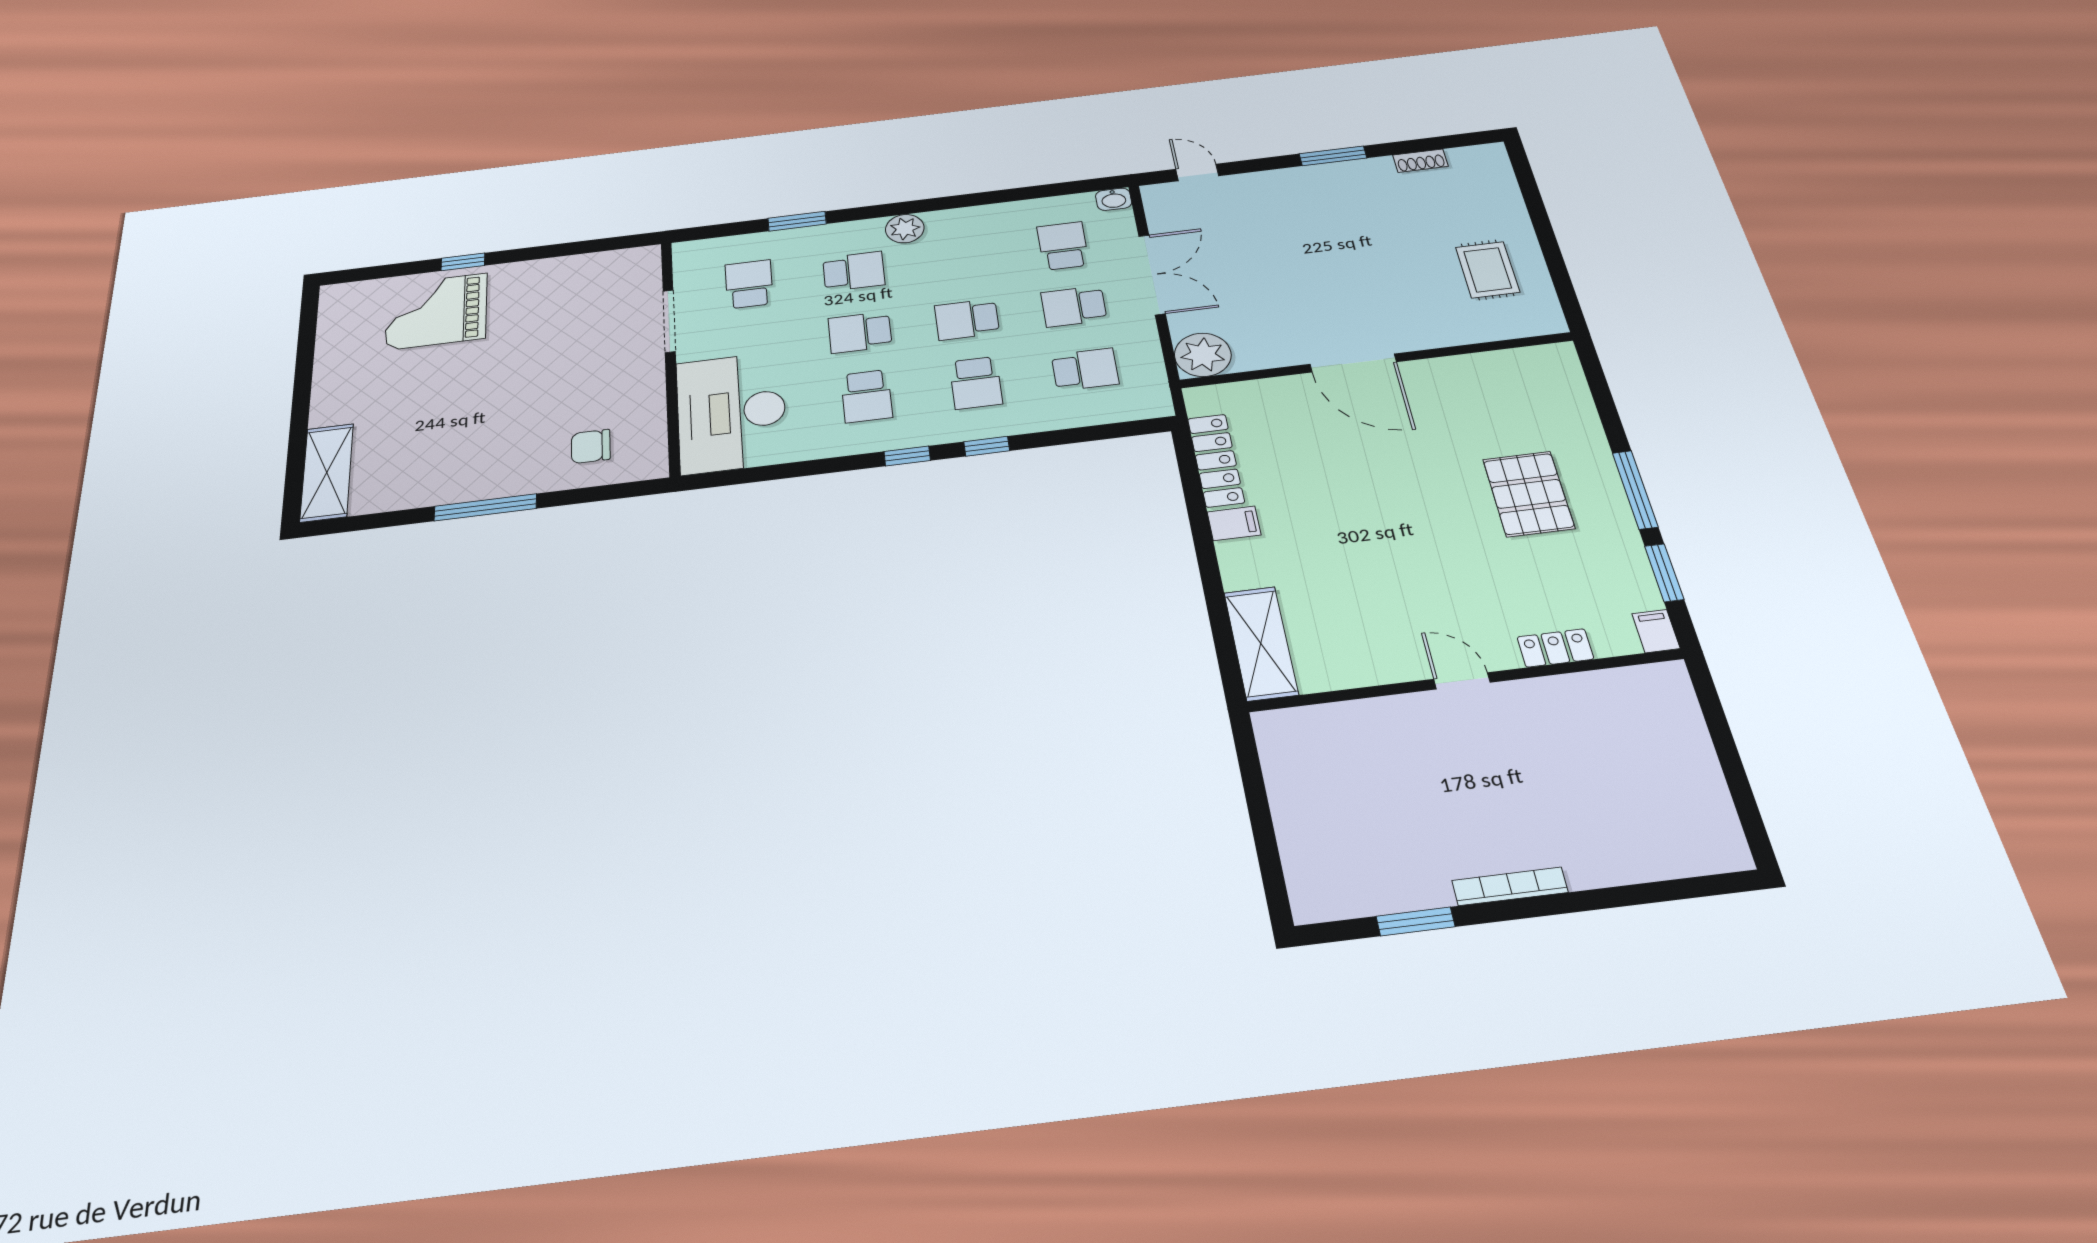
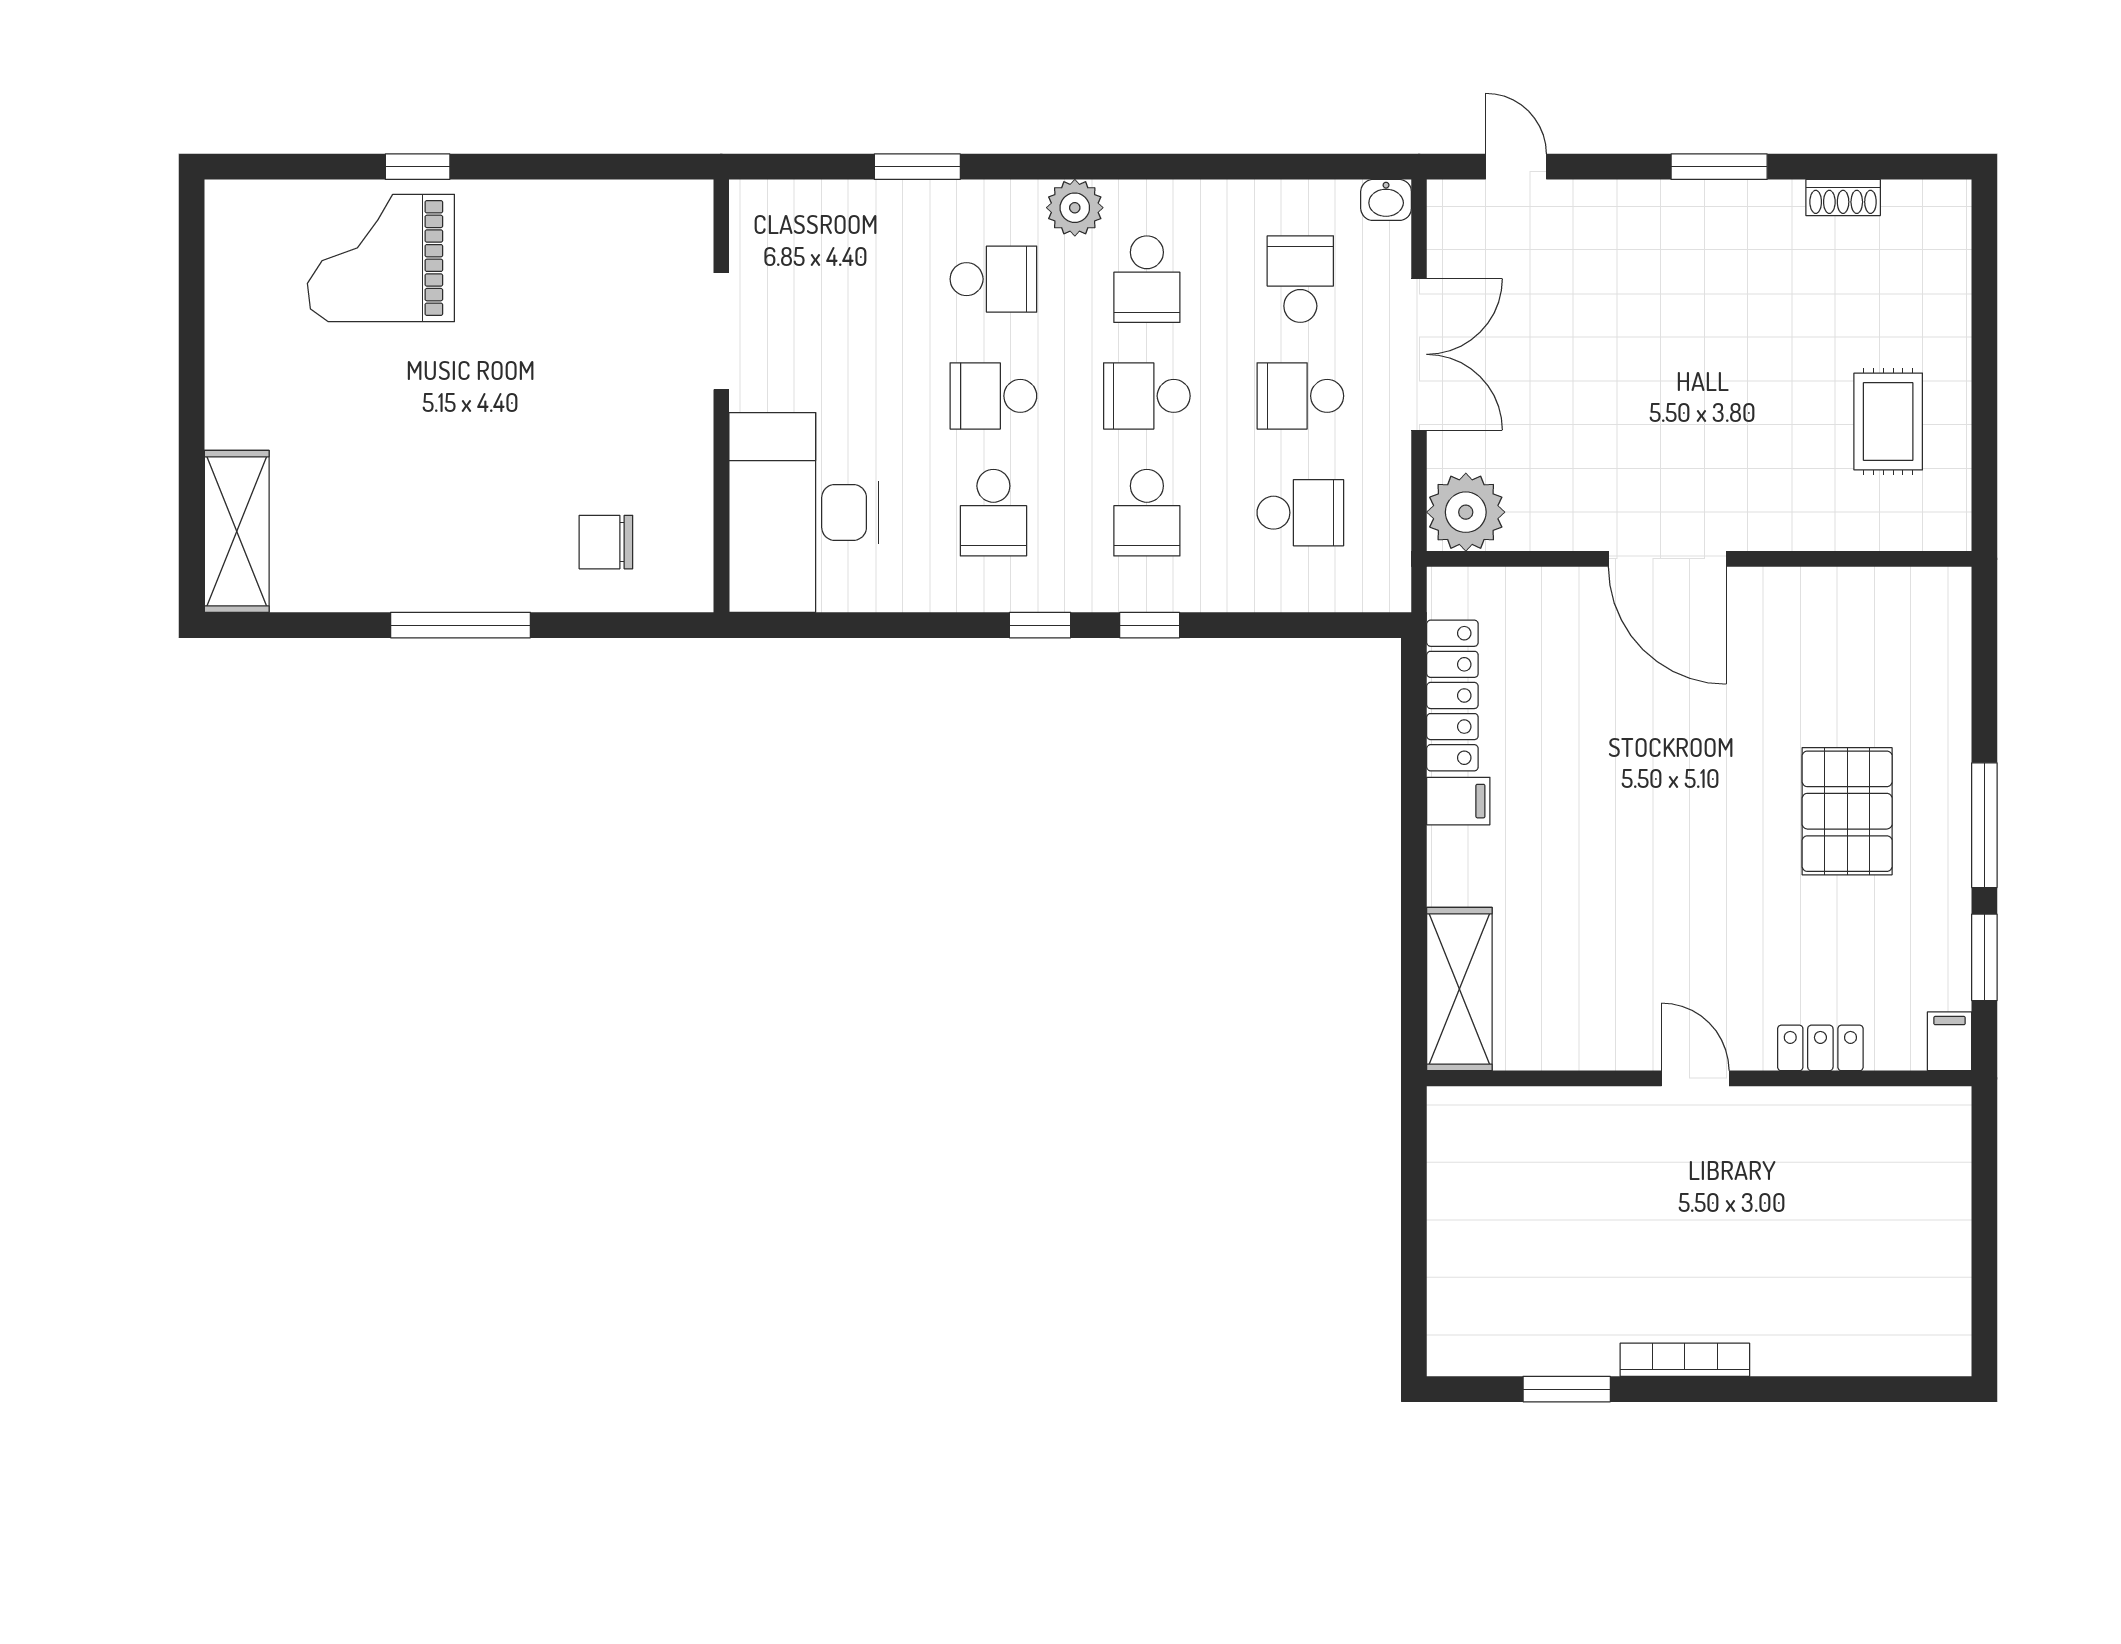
school desk: (749, 284) -> (1147, 279), moved, turned 180

